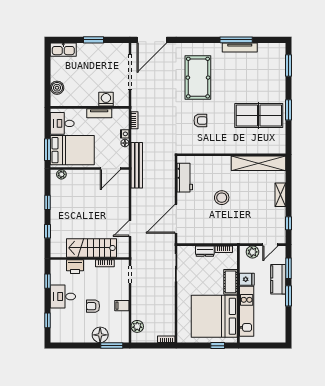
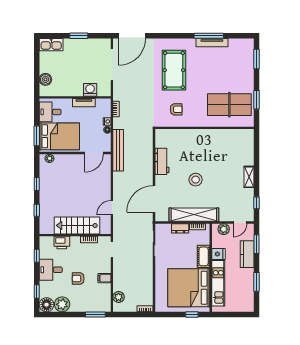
wall: (231, 155) -> (204, 128), moved
shelving: (259, 163) -> (194, 215), moved
window: (289, 296) -> (257, 282), moved
plant: (75, 334) -> (62, 304), added
floor lamp: (100, 335) -> (47, 305), moved

